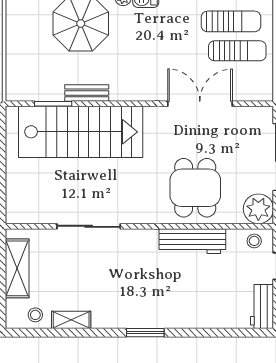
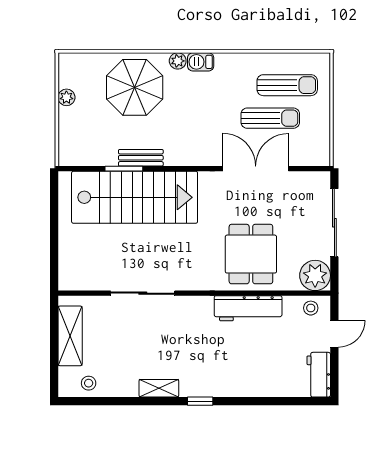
plant: (14, 33) -> (66, 97), added
sun lounger: (237, 51) -> (270, 118), moved
window: (53, 104) -> (124, 169), moved
shelving: (71, 320) -> (159, 388), moved
window: (145, 333) -> (200, 401), width x0.67

